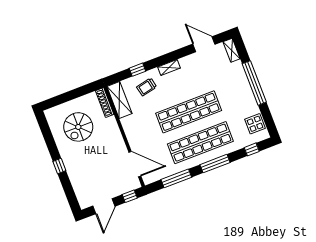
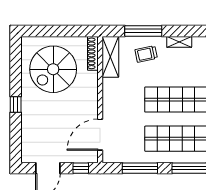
window: (137, 70) -> (143, 31), width x2.17
spiral stairs: (78, 127) -> (53, 69), width x1.37, depth x1.37
door: (135, 164) -> (100, 135), swing flipped

